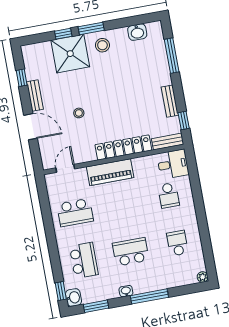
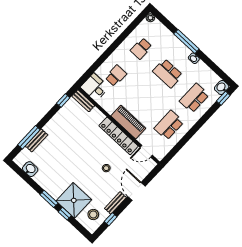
stool: (102, 45) -> (93, 214), moved
bench: (170, 101) -> (36, 140), moved
locker: (123, 147) -> (119, 136), moved
school desk: (75, 213) -> (169, 125), turned -90
window: (96, 306) -> (217, 70), removed

